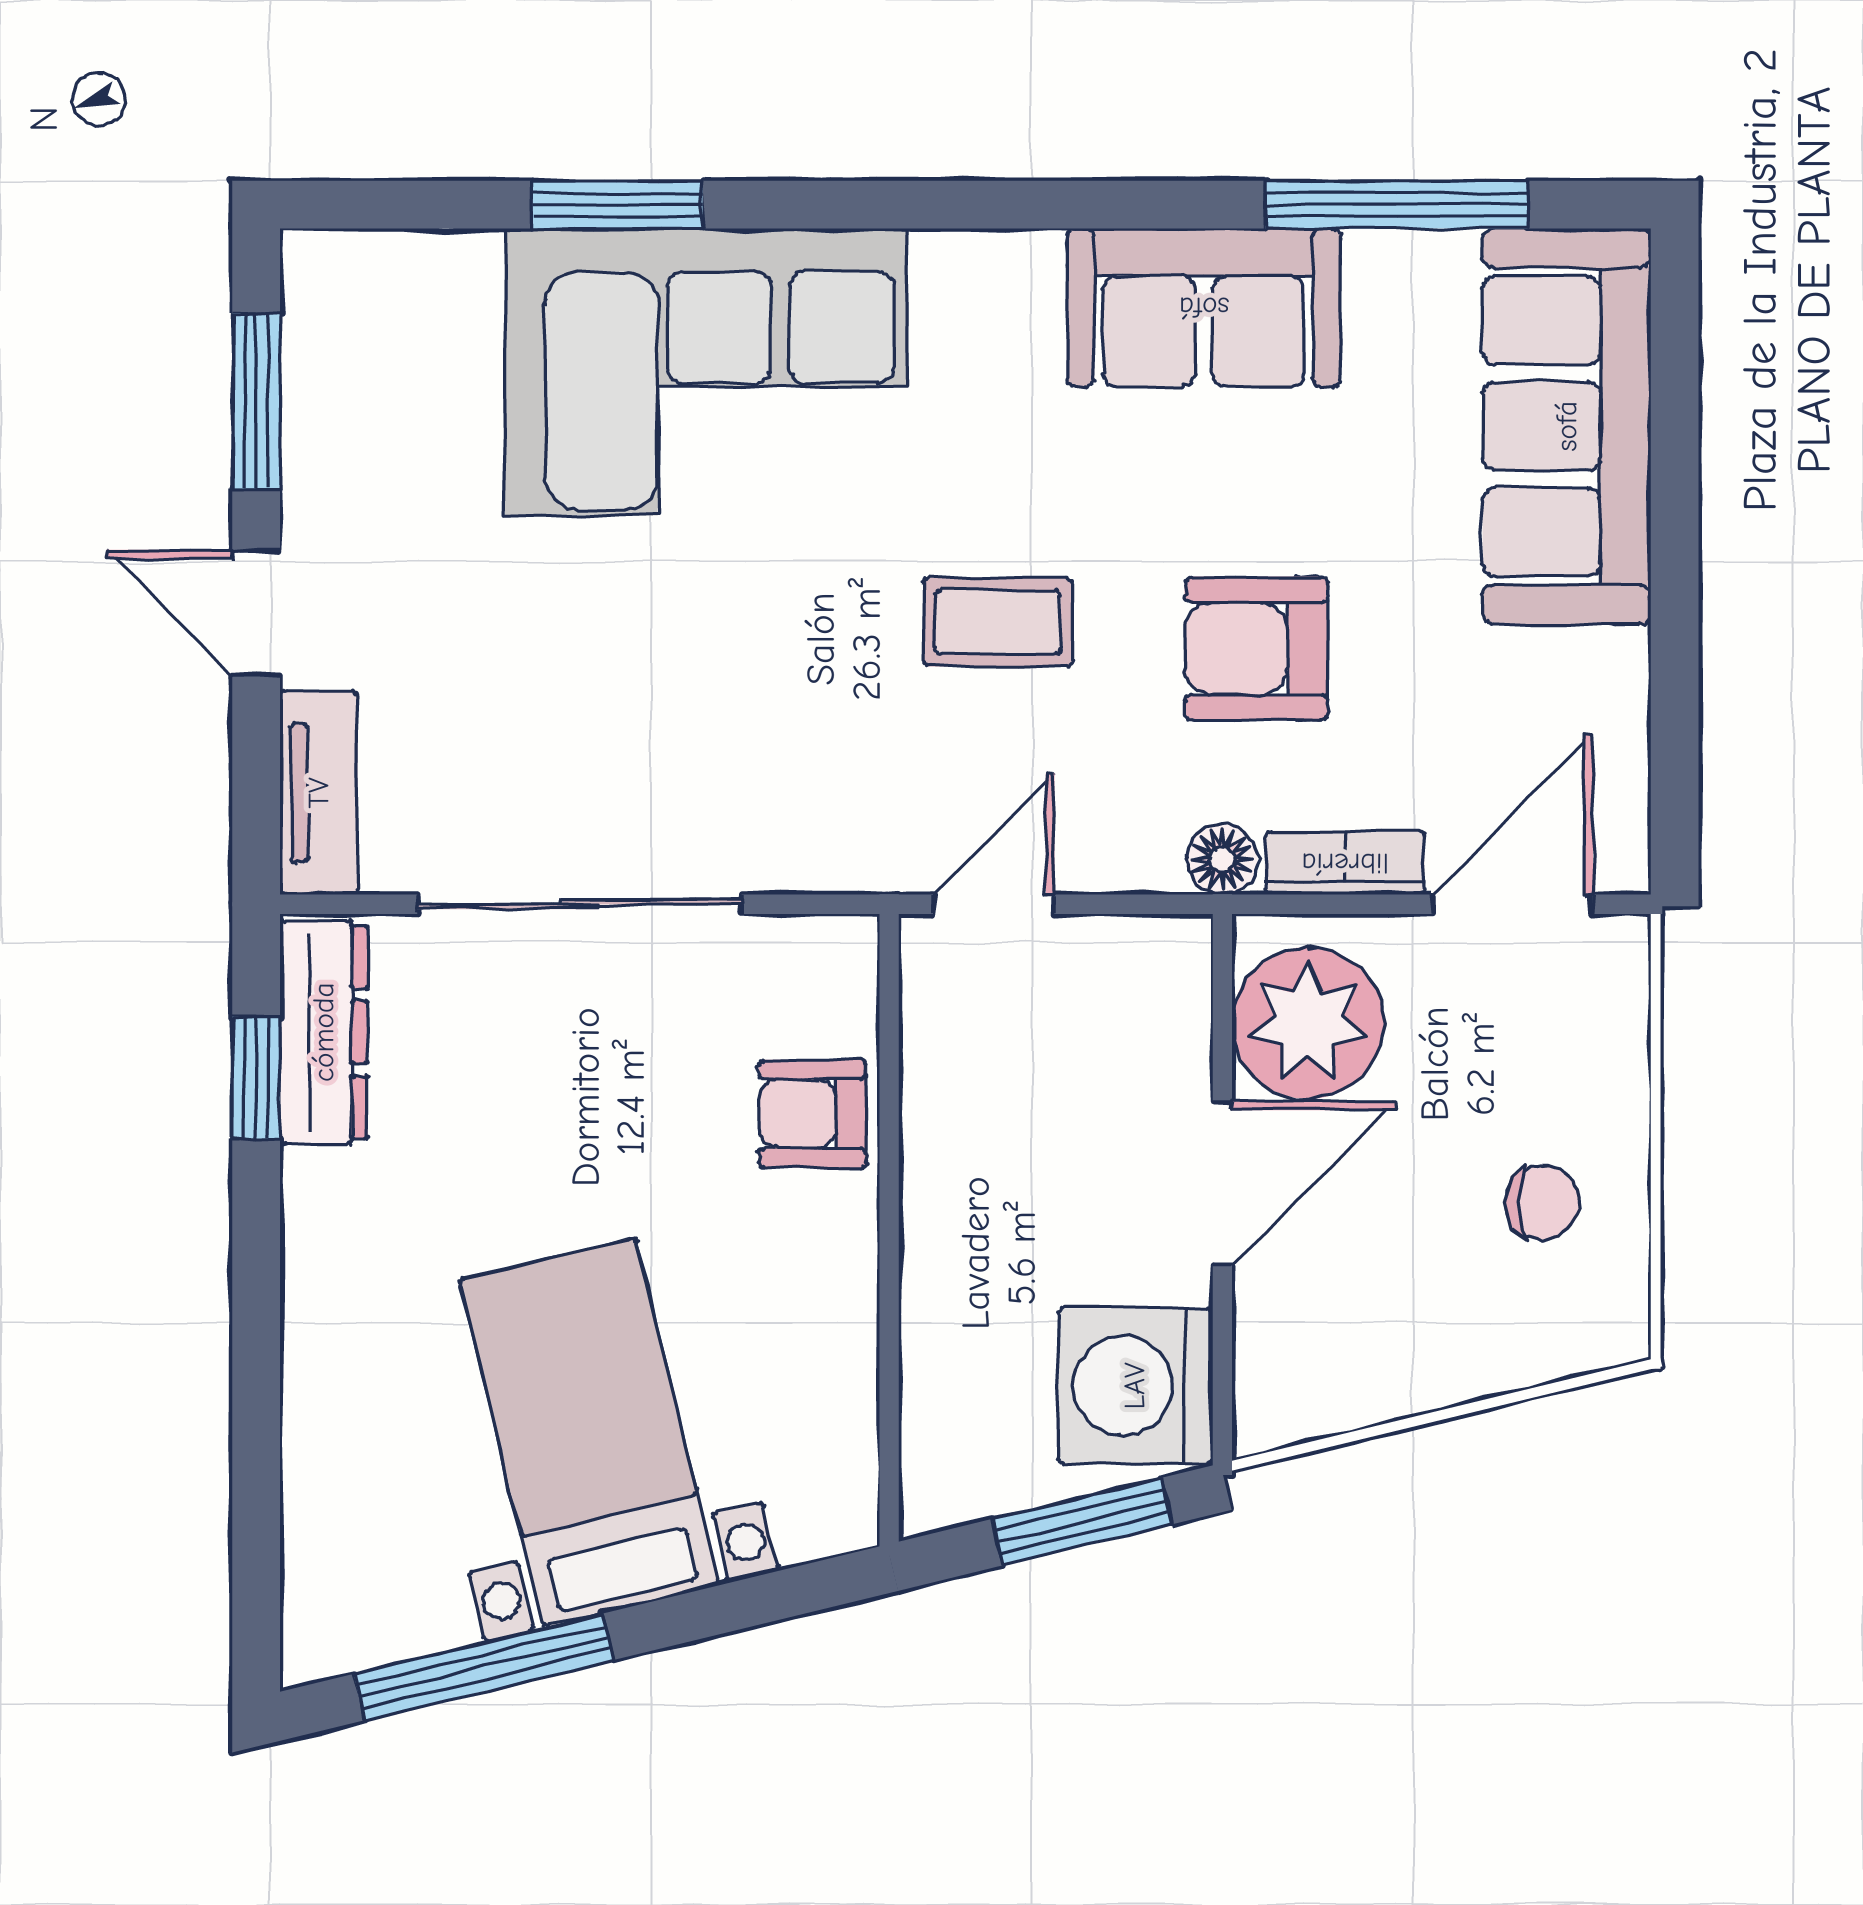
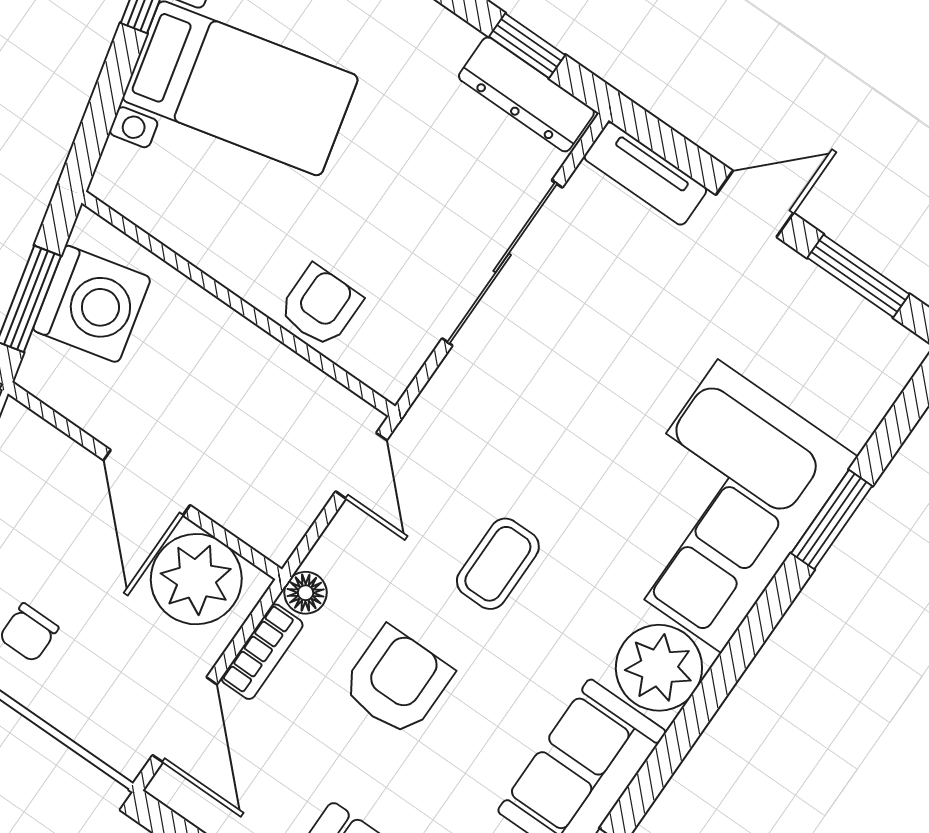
plant: (987, 301) -> (659, 668), added
washing machine: (1135, 1386) -> (92, 304), moved, turned 76

